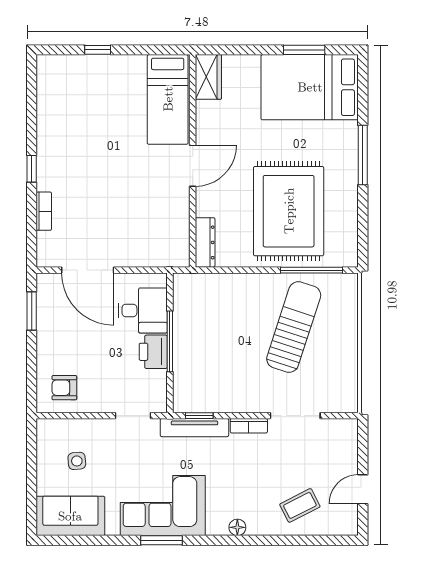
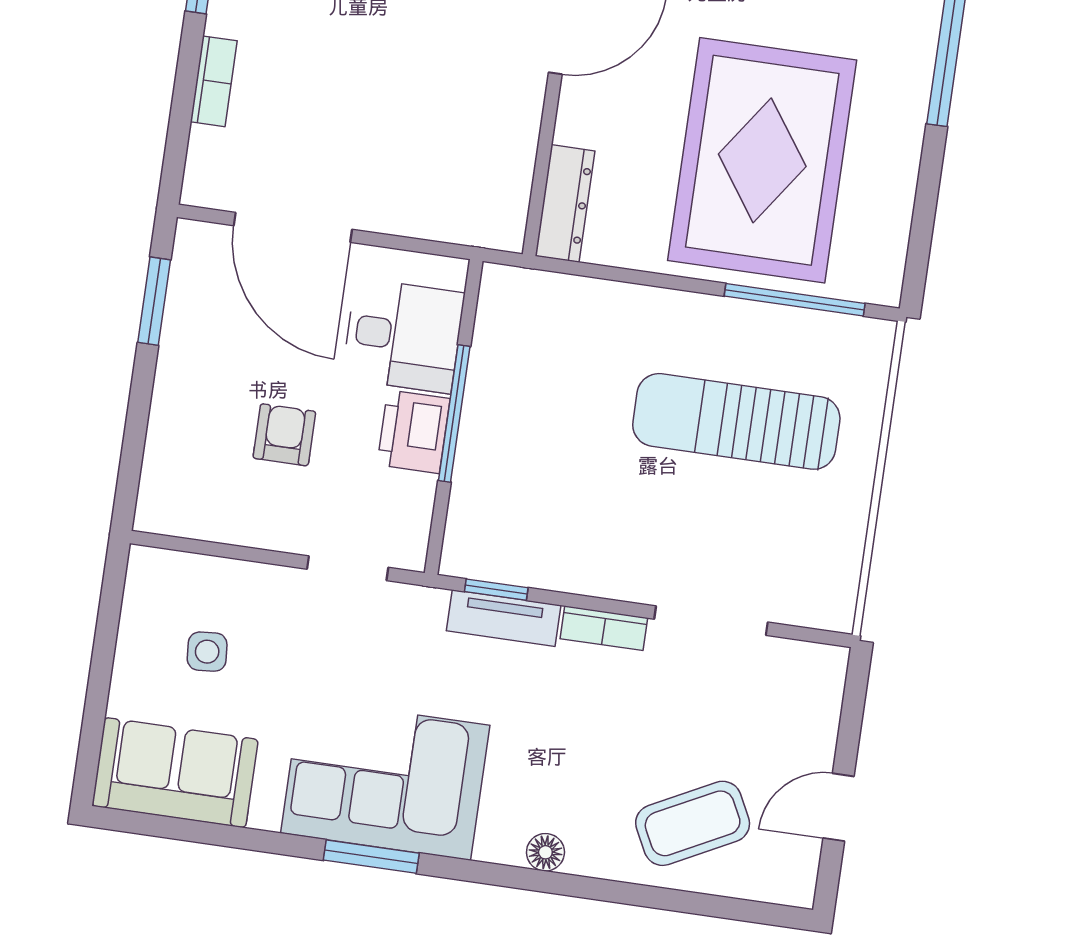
sun lounger: (294, 327) -> (736, 421), turned -108
armchair: (64, 388) -> (284, 435), moved, turned 90
tv unit: (194, 428) -> (504, 618), width x0.71
coffee table: (300, 505) -> (693, 823), width x1.36, depth x1.30

